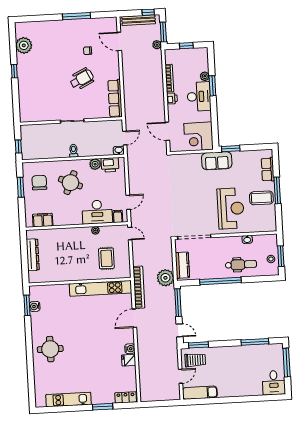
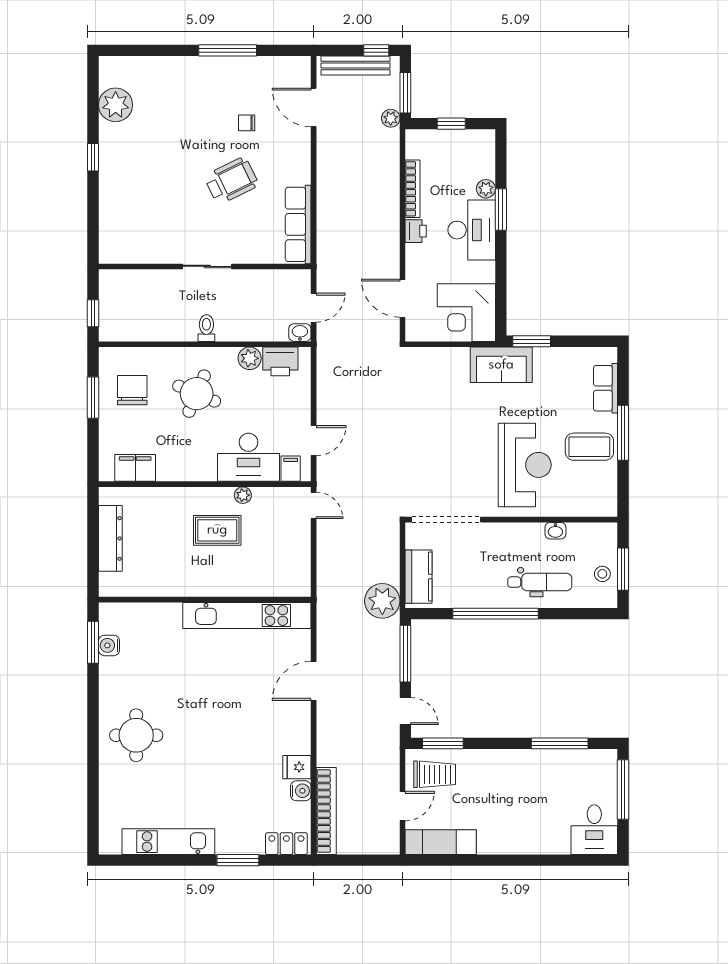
rug: (106, 258) -> (217, 530), moved, turned 90
bookcase: (139, 287) -> (326, 811), moved
water cooler: (130, 349) -> (301, 791), moved

